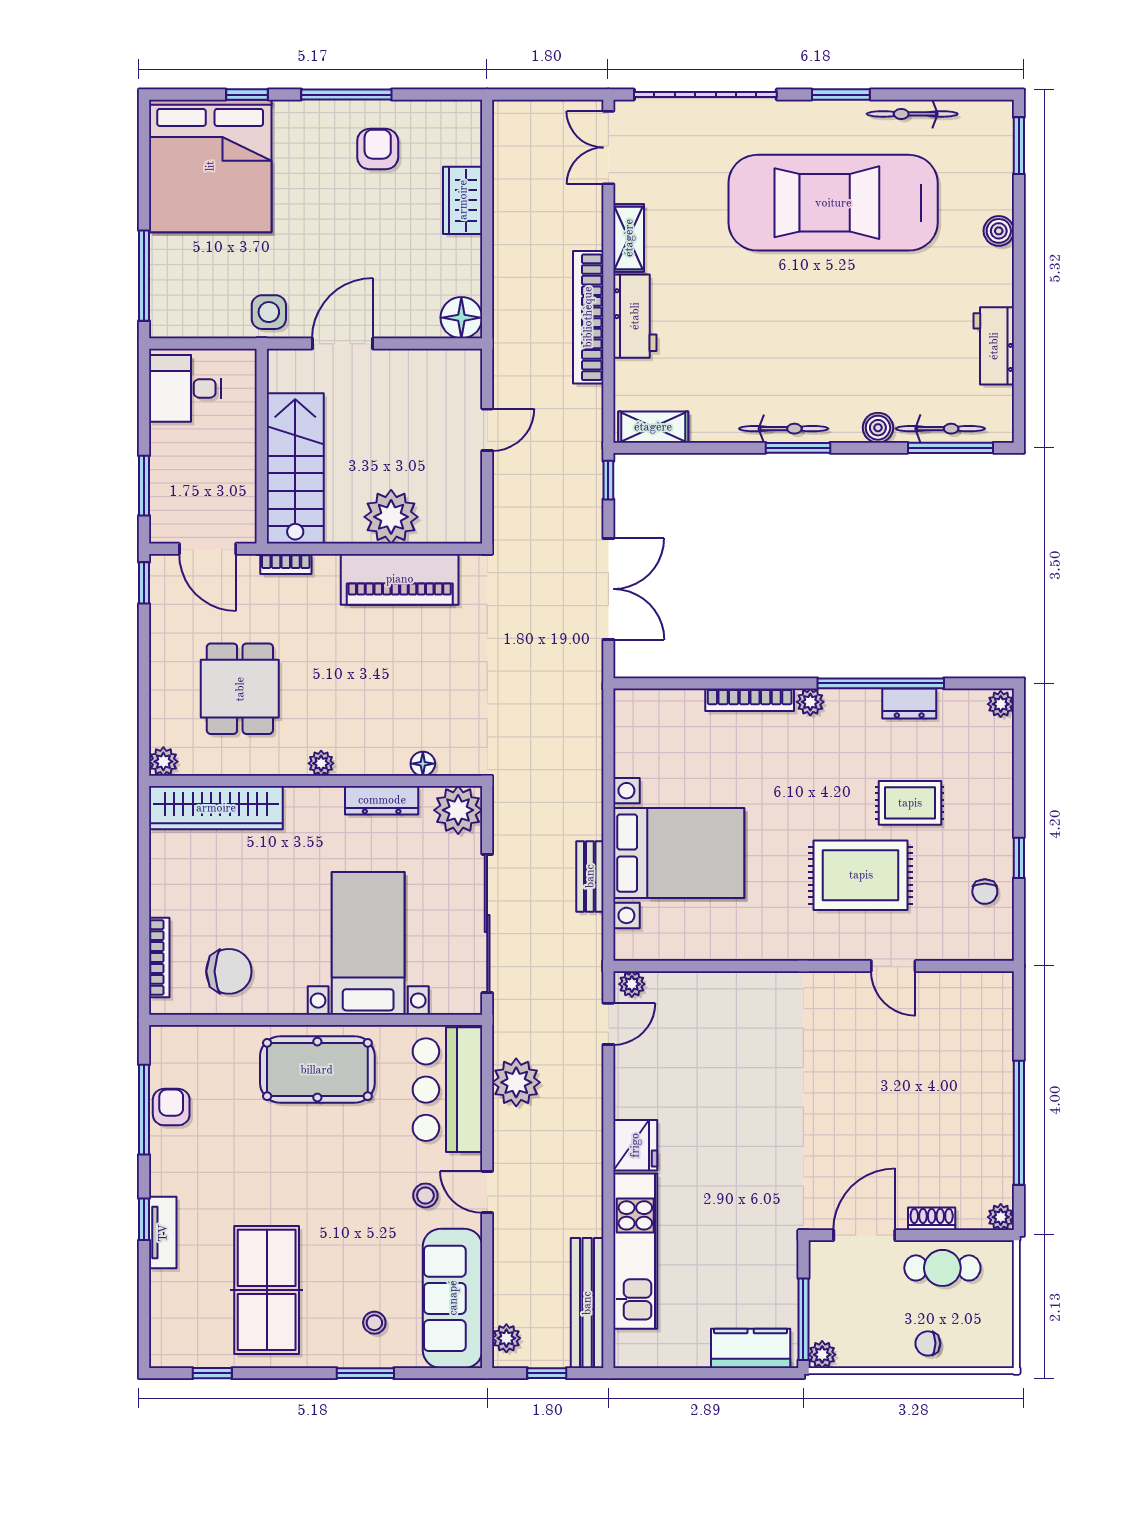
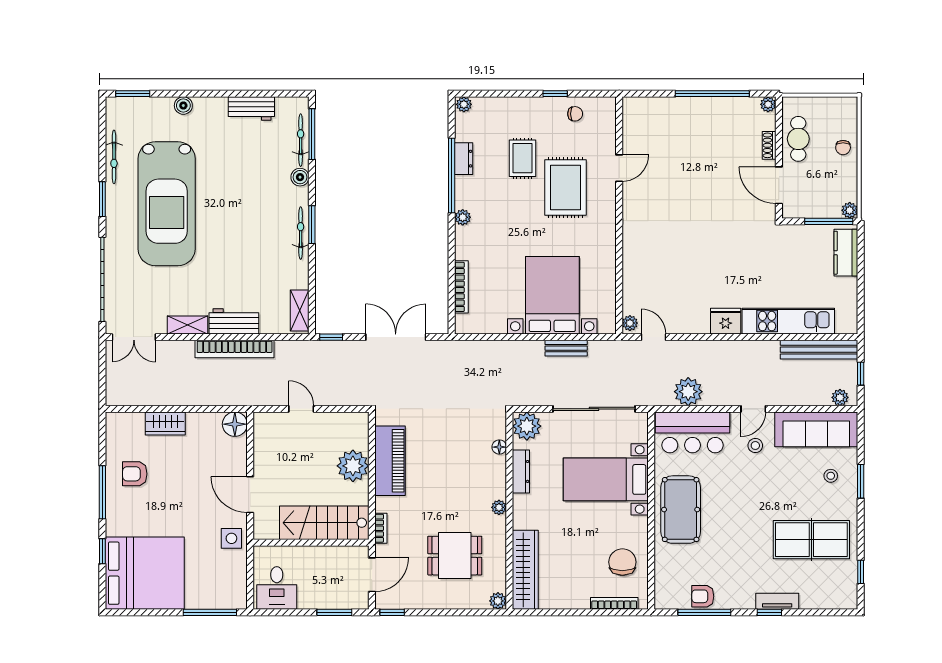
bookcase: (750, 700) -> (461, 287), moved

